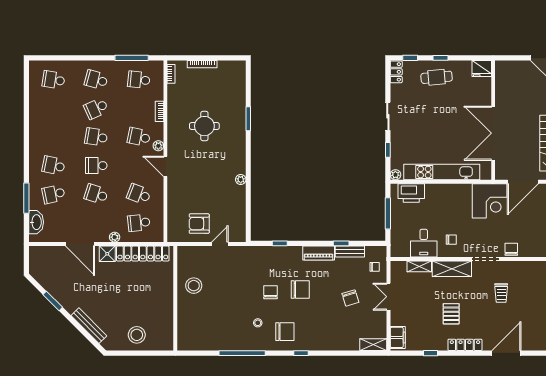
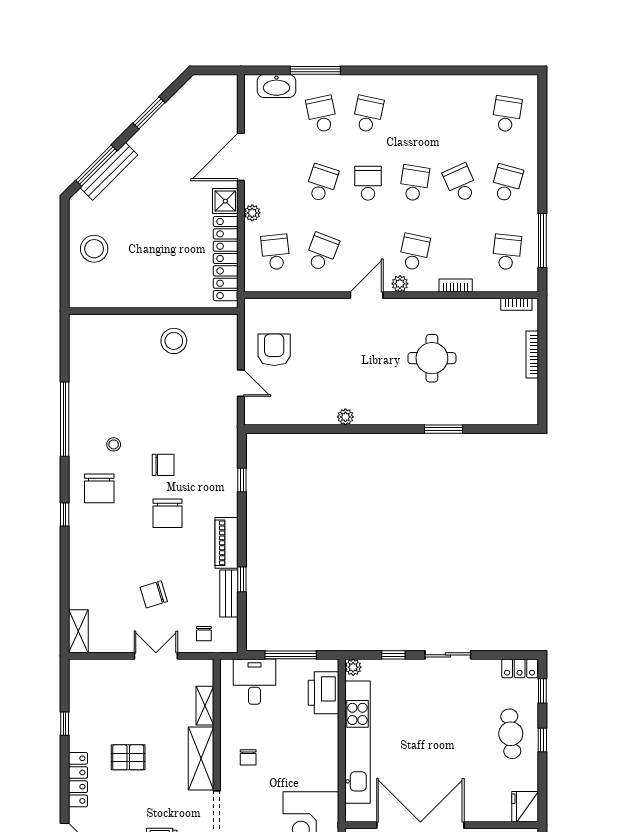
desk: (424, 243) -> (254, 682), moved, turned 90
window: (85, 334) -> (96, 166), added
filing cabinet: (398, 337) -> (90, 671), removed

